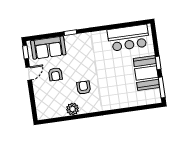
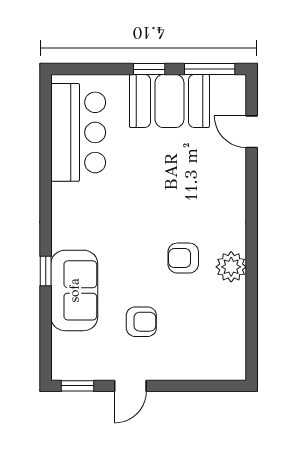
sofa: (48, 48) -> (74, 290), moved
door: (29, 74) -> (130, 386), swing flipped
door: (139, 108) -> (252, 132), added
plant: (73, 109) -> (231, 267), moved

